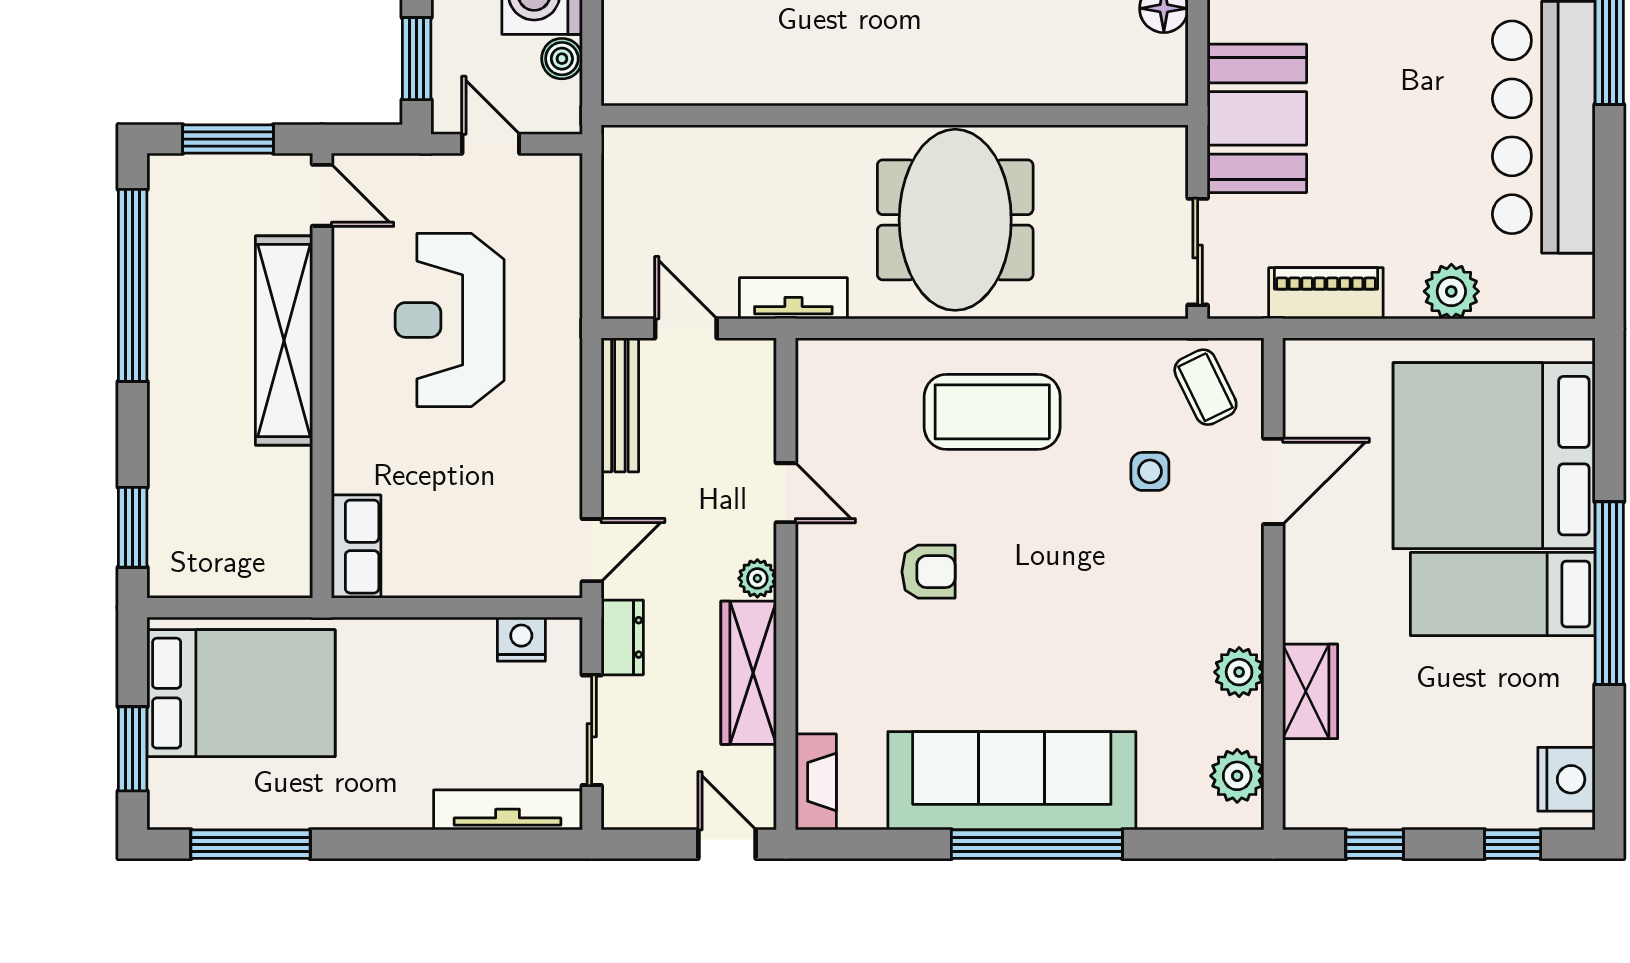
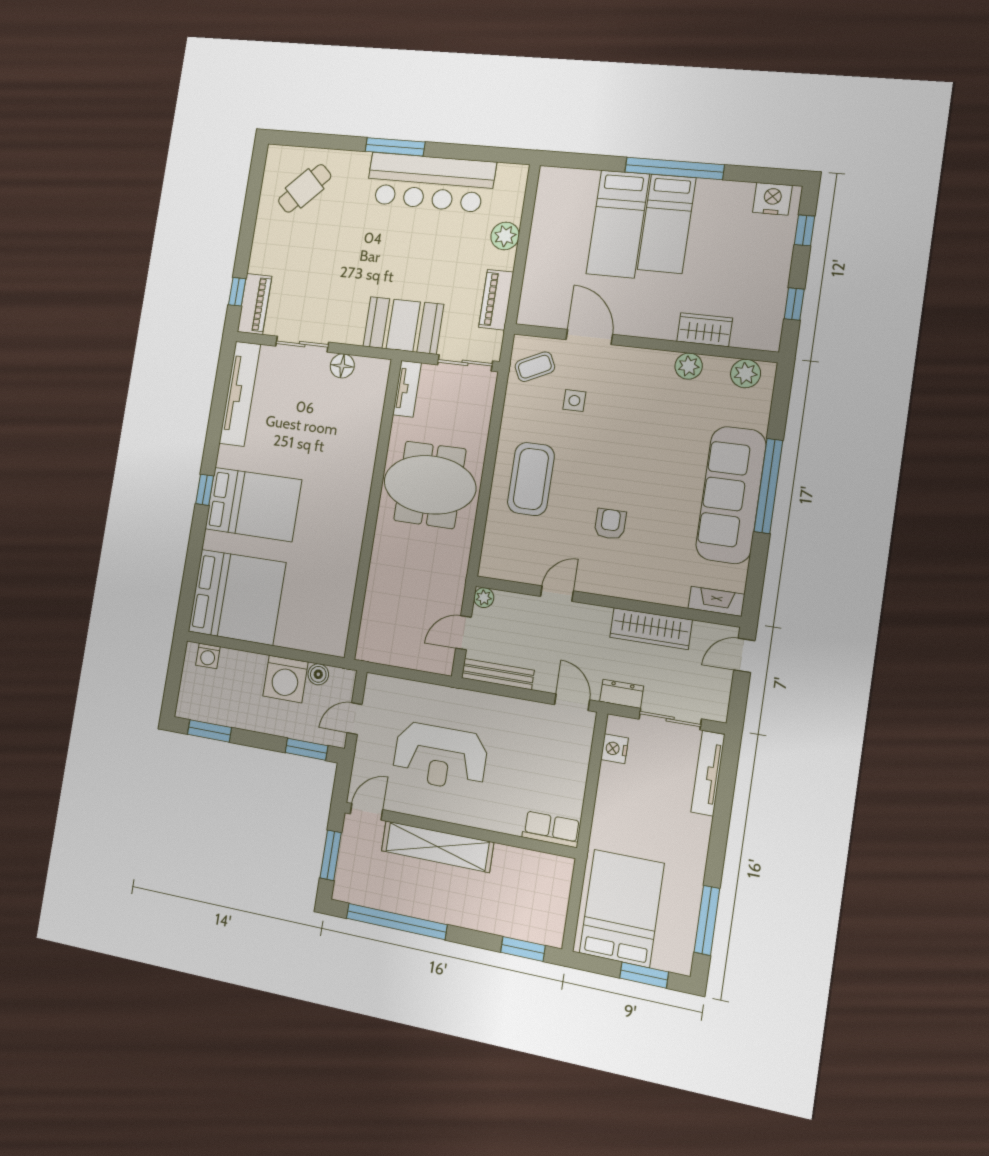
tv unit: (793, 298) -> (407, 389), moved, turned 180
bed: (1494, 456) -> (618, 224), width x0.49
plant: (757, 578) -> (484, 598), moved

